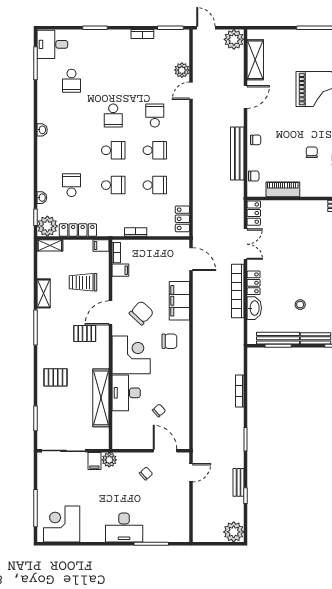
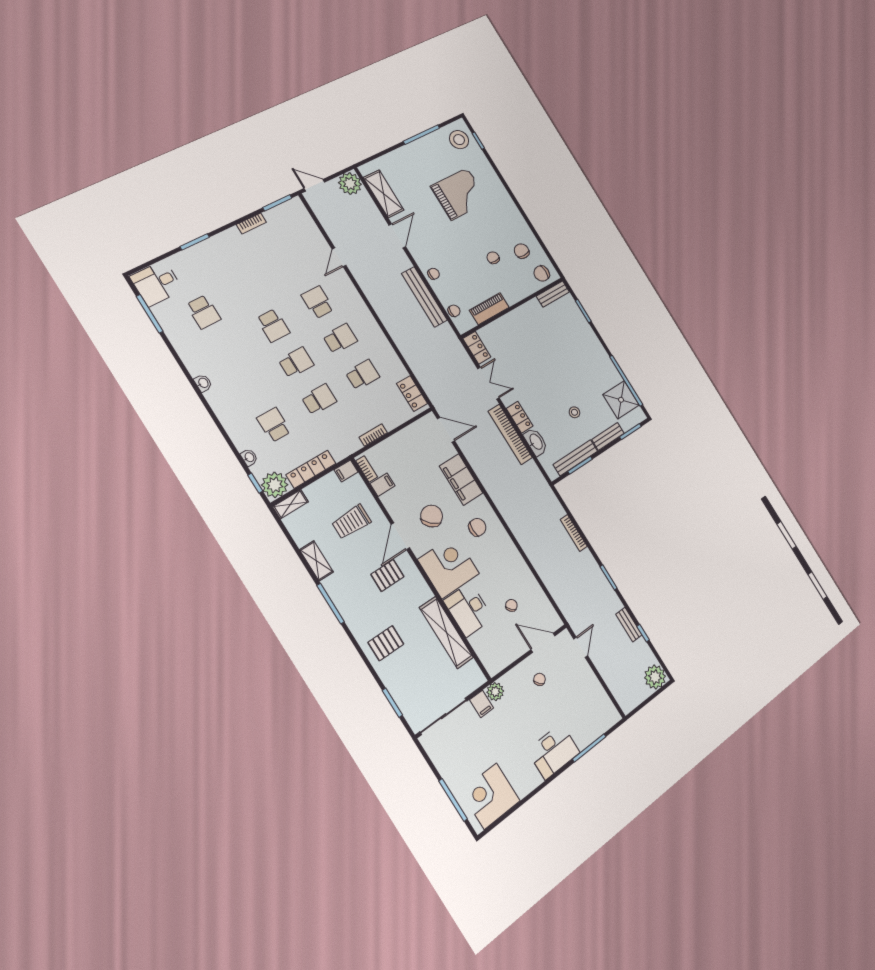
plant: (182, 70) -> (317, 241), removed

